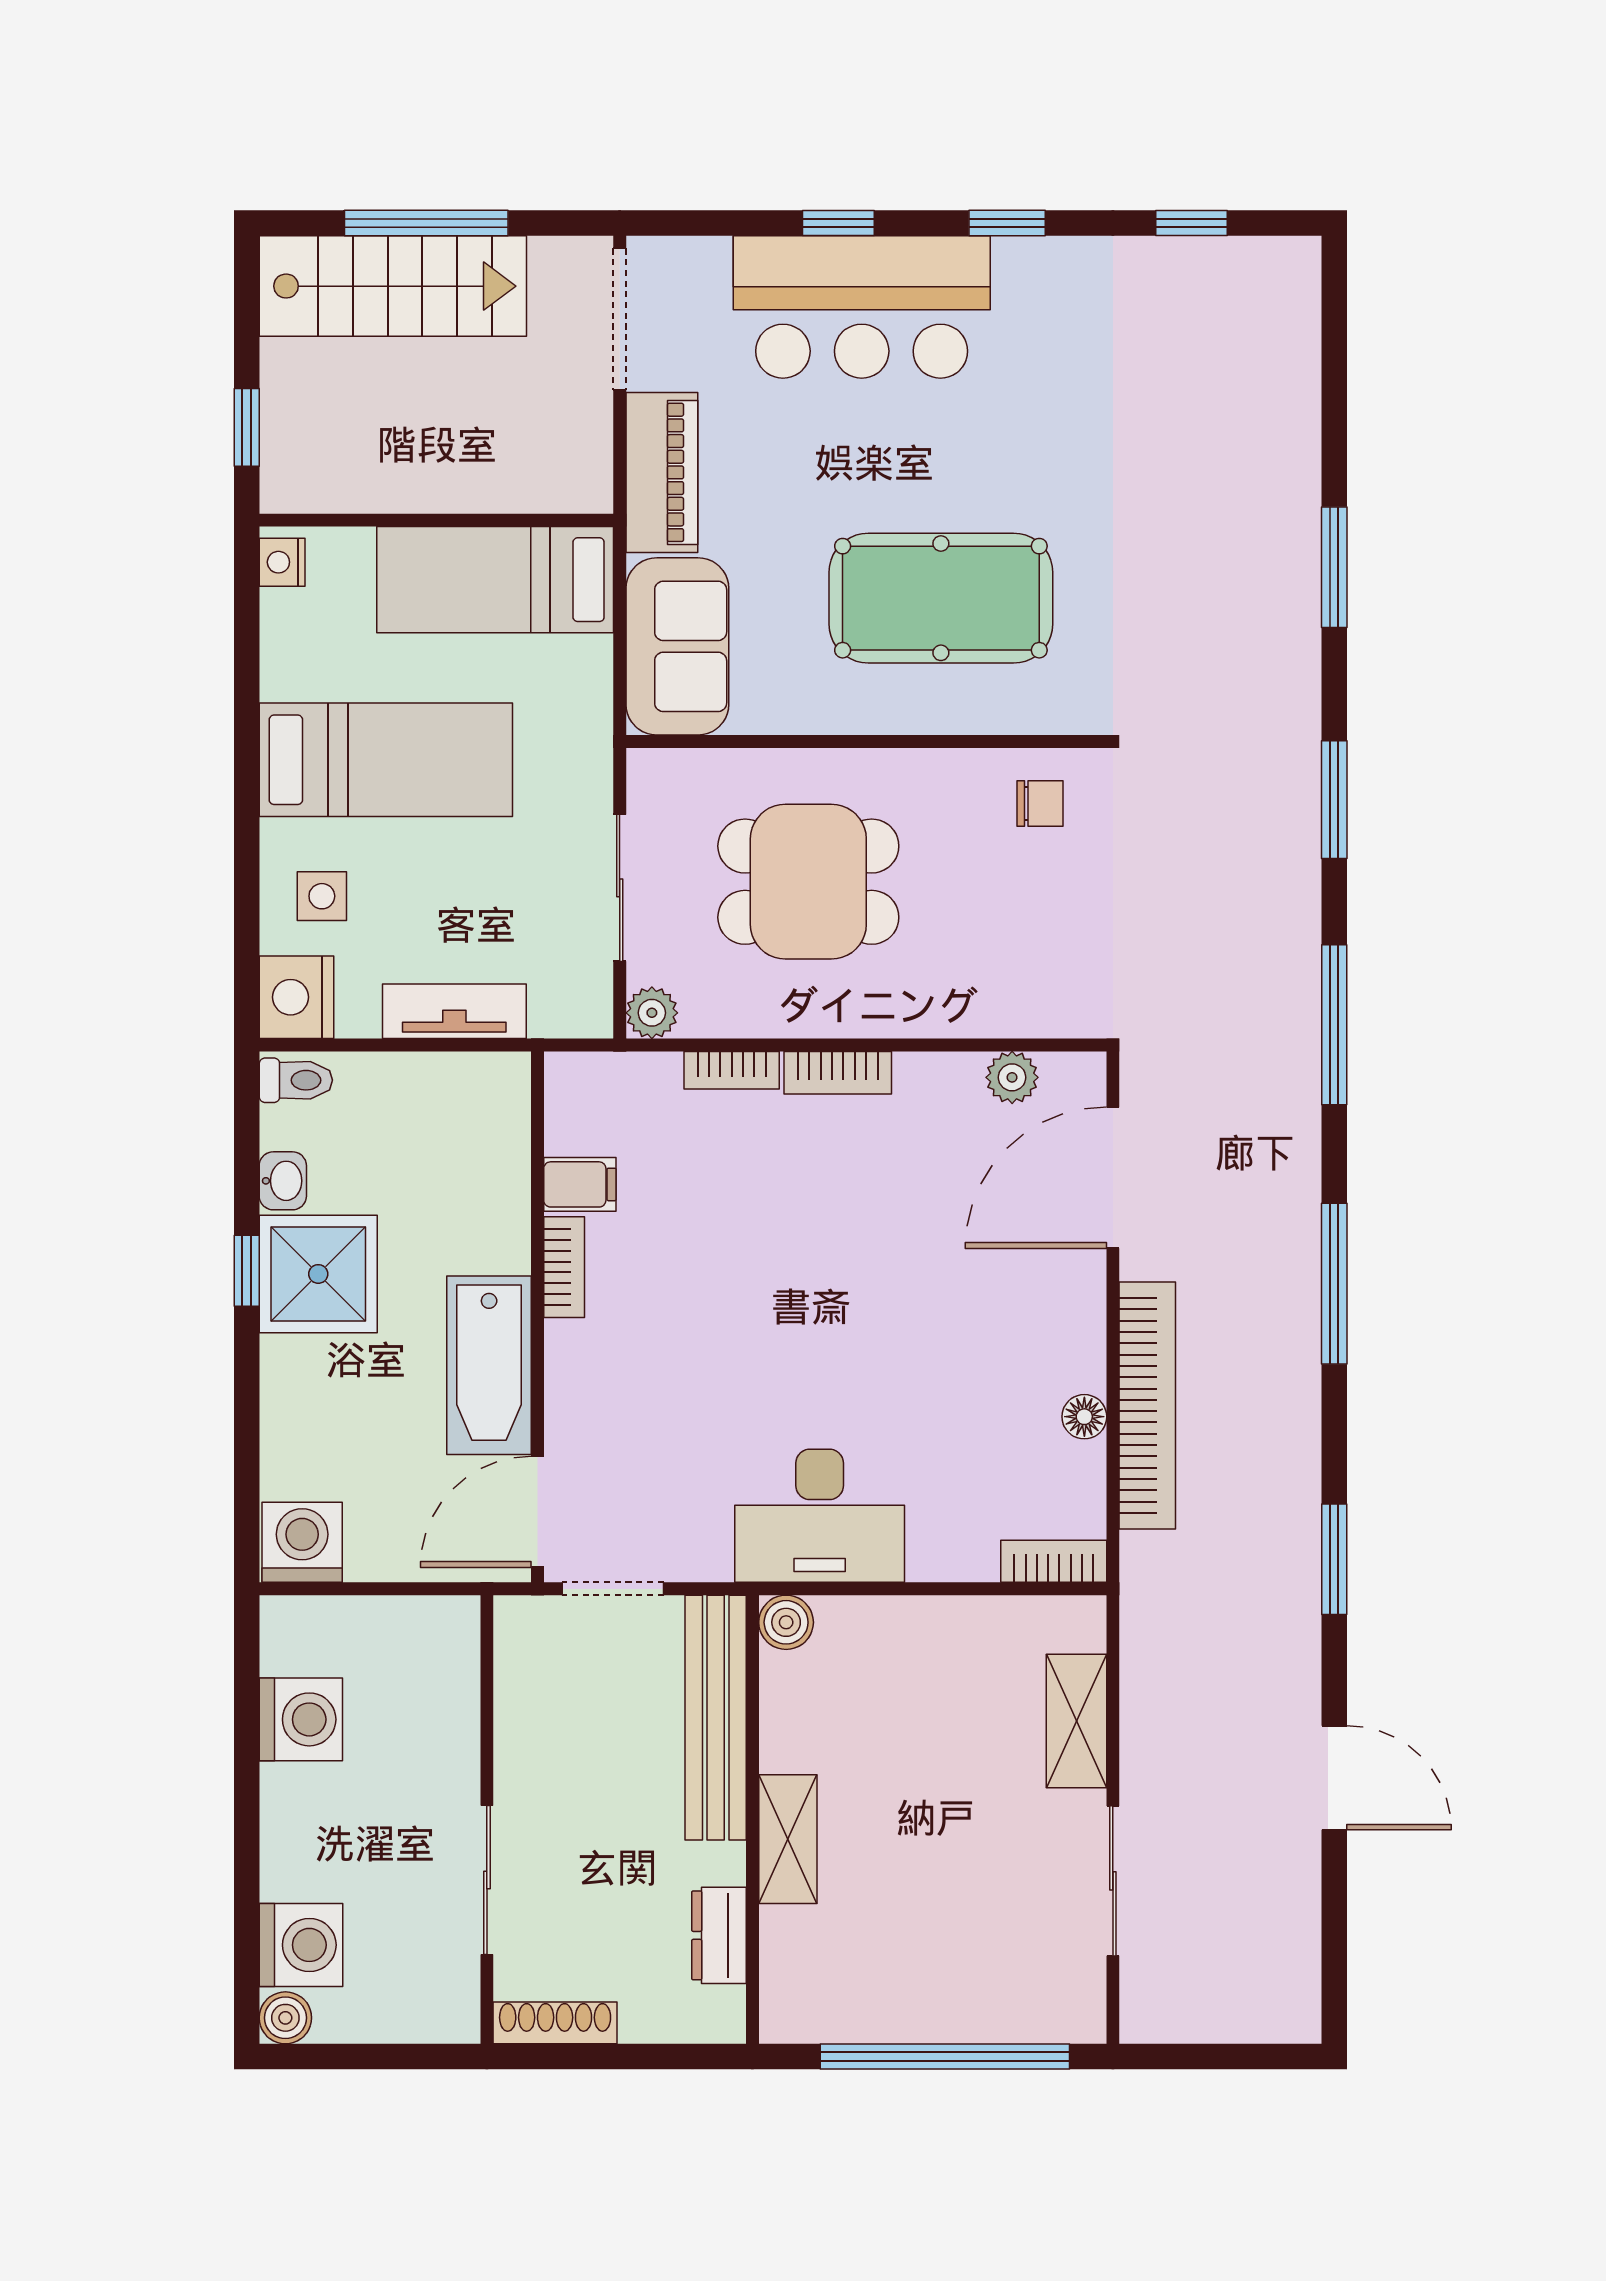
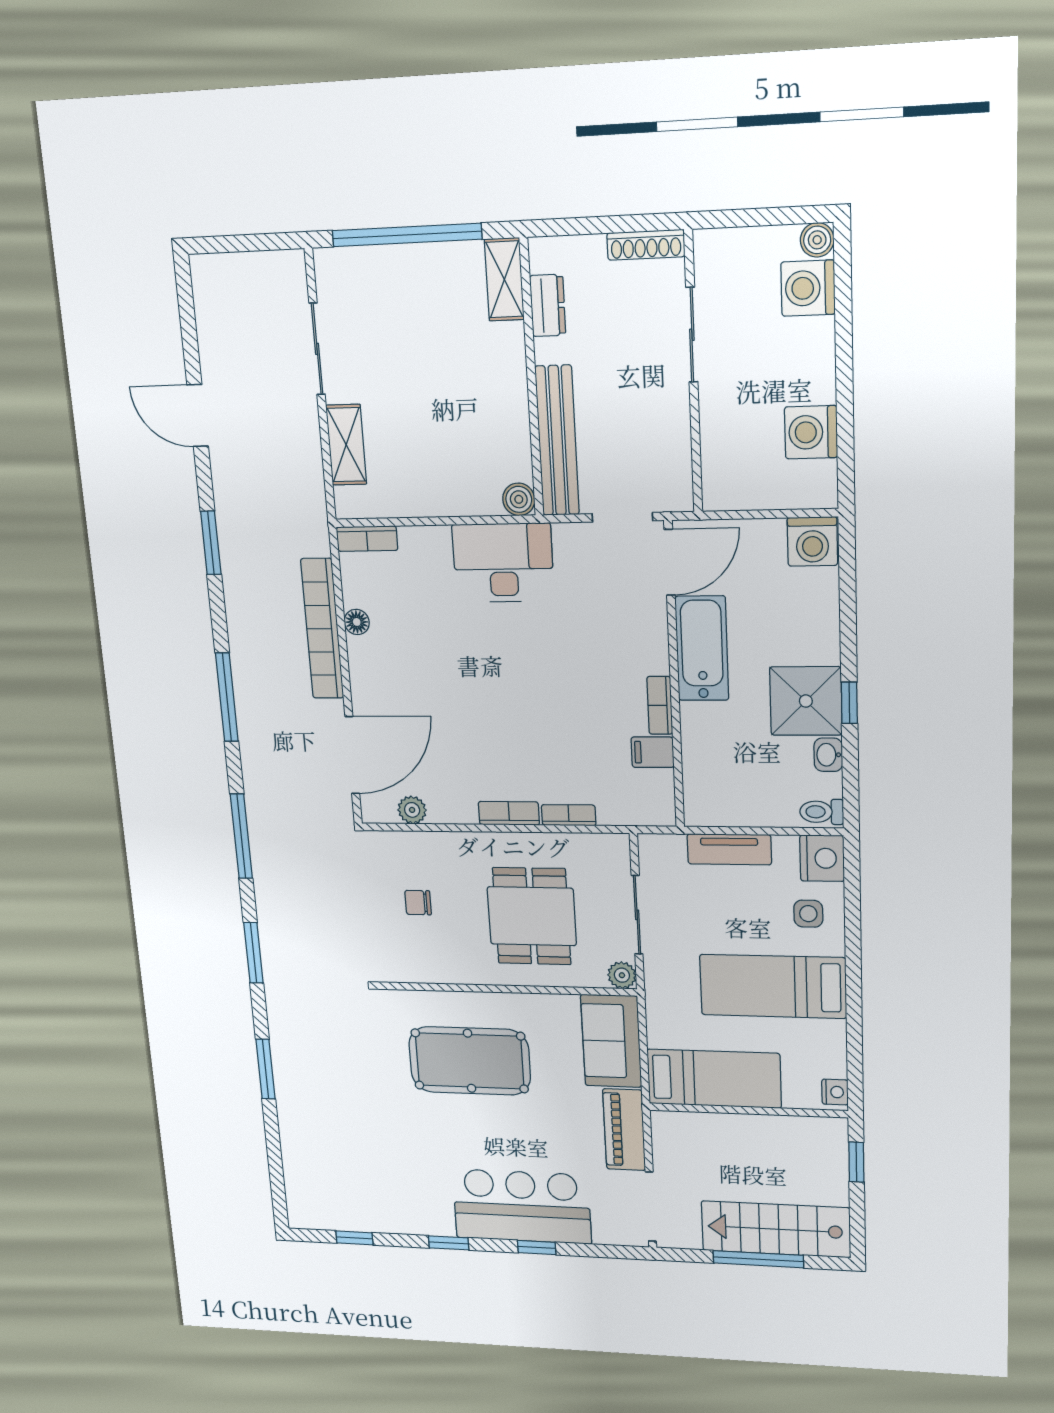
chair: (1040, 803) -> (418, 903), moved
dining table: (808, 882) -> (532, 916), turned 90
plant: (652, 1013) -> (622, 975), moved
shelving: (788, 1839) -> (504, 279), moved

